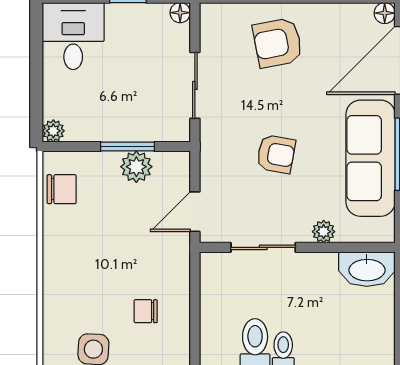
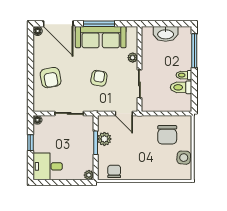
washbasin: (367, 269) -> (166, 34), moved, turned 90
chair: (146, 311) -> (167, 135), width x1.87, depth x1.87

